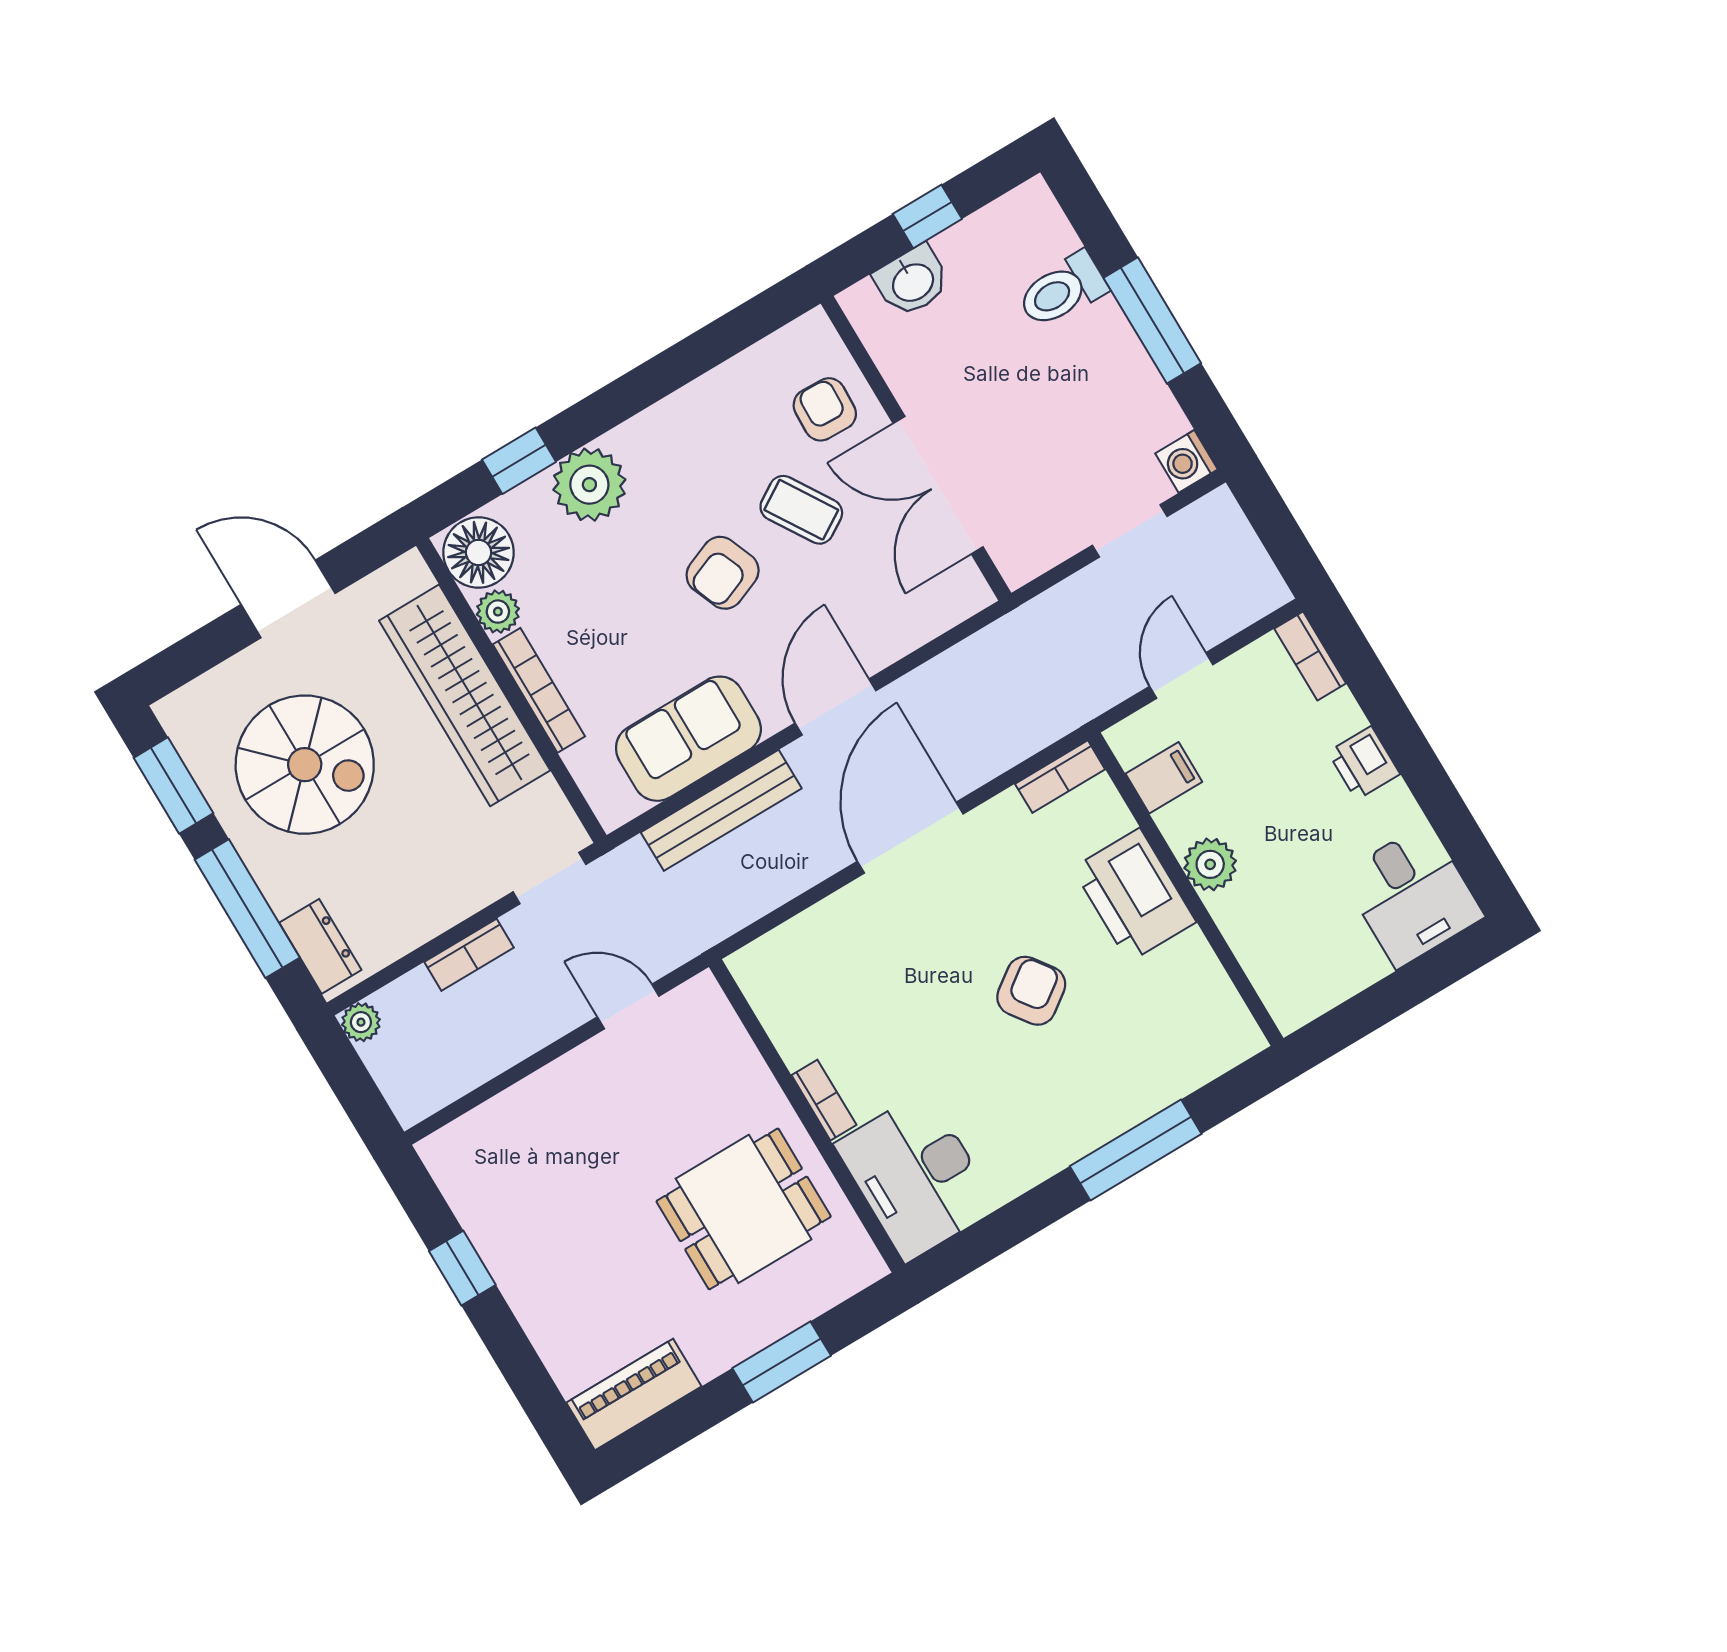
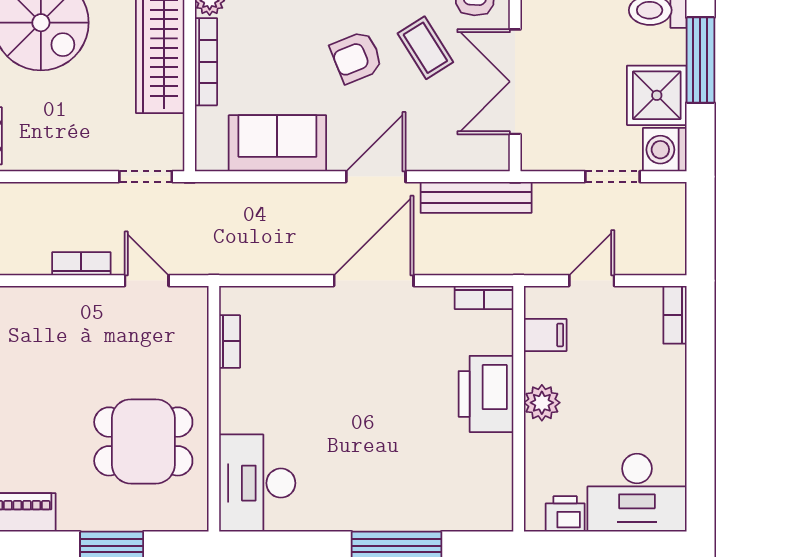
shower: (1124, 397) -> (657, 95), added
washing machine: (1187, 461) -> (665, 150), width x1.38, depth x1.38
printer: (1364, 763) -> (565, 514), moved, turned 90
bench: (721, 810) -> (476, 197), moved
desk: (1412, 895) -> (637, 493), width x1.37
bookcase: (469, 955) -> (81, 264), moved, turned 180
armchair: (1031, 991) -> (391, 414), removed
bookcase: (824, 1100) -> (230, 341), moved

